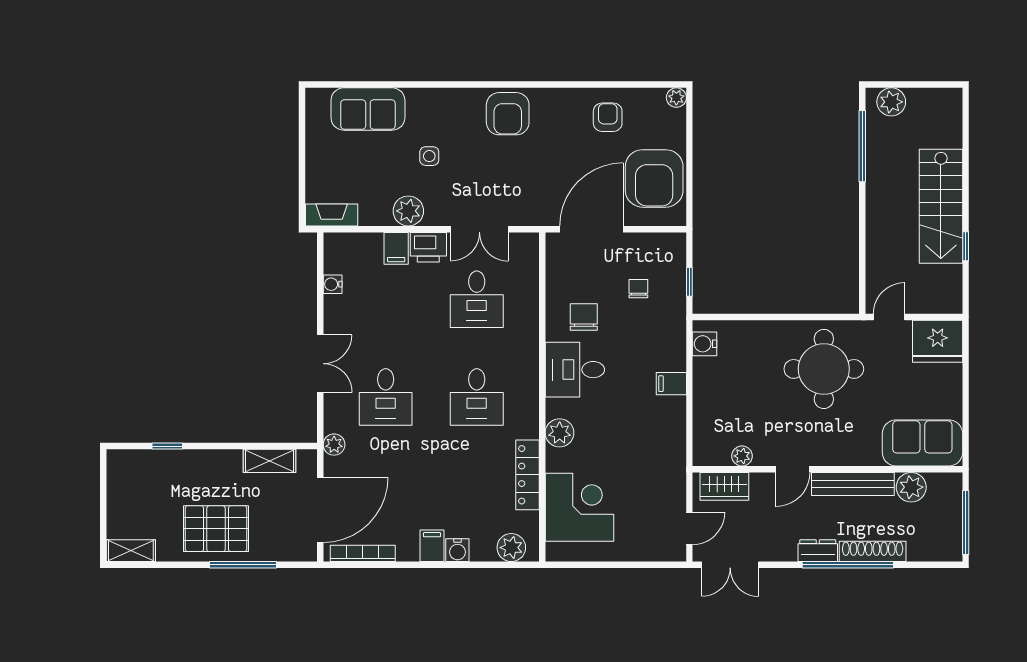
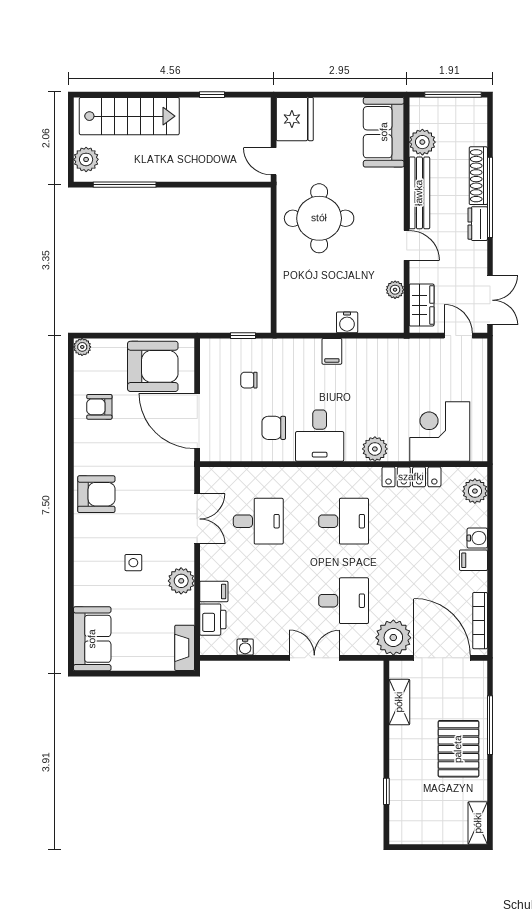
sofa: (368, 109) -> (92, 639), moved
stairs: (941, 206) -> (129, 116), moved
printer: (428, 247) -> (213, 620), moved
water cooler: (705, 344) -> (347, 322), moved
plant: (334, 445) -> (393, 638), width x1.87, depth x1.87

